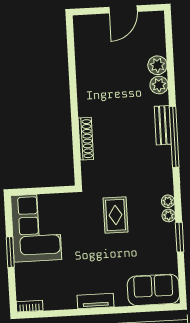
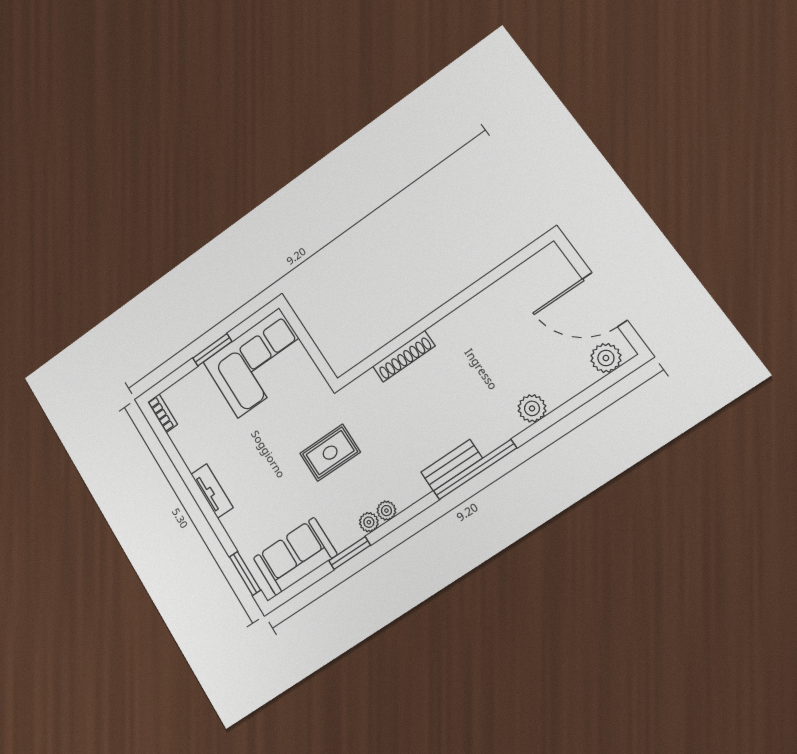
door: (123, 9) -> (605, 300), width x1.36
plant: (157, 65) -> (606, 358), moved
bench: (163, 125) -> (452, 465), moved
sofa: (153, 290) -> (295, 556), moved, turned -90
window: (156, 308) -> (245, 573), added

